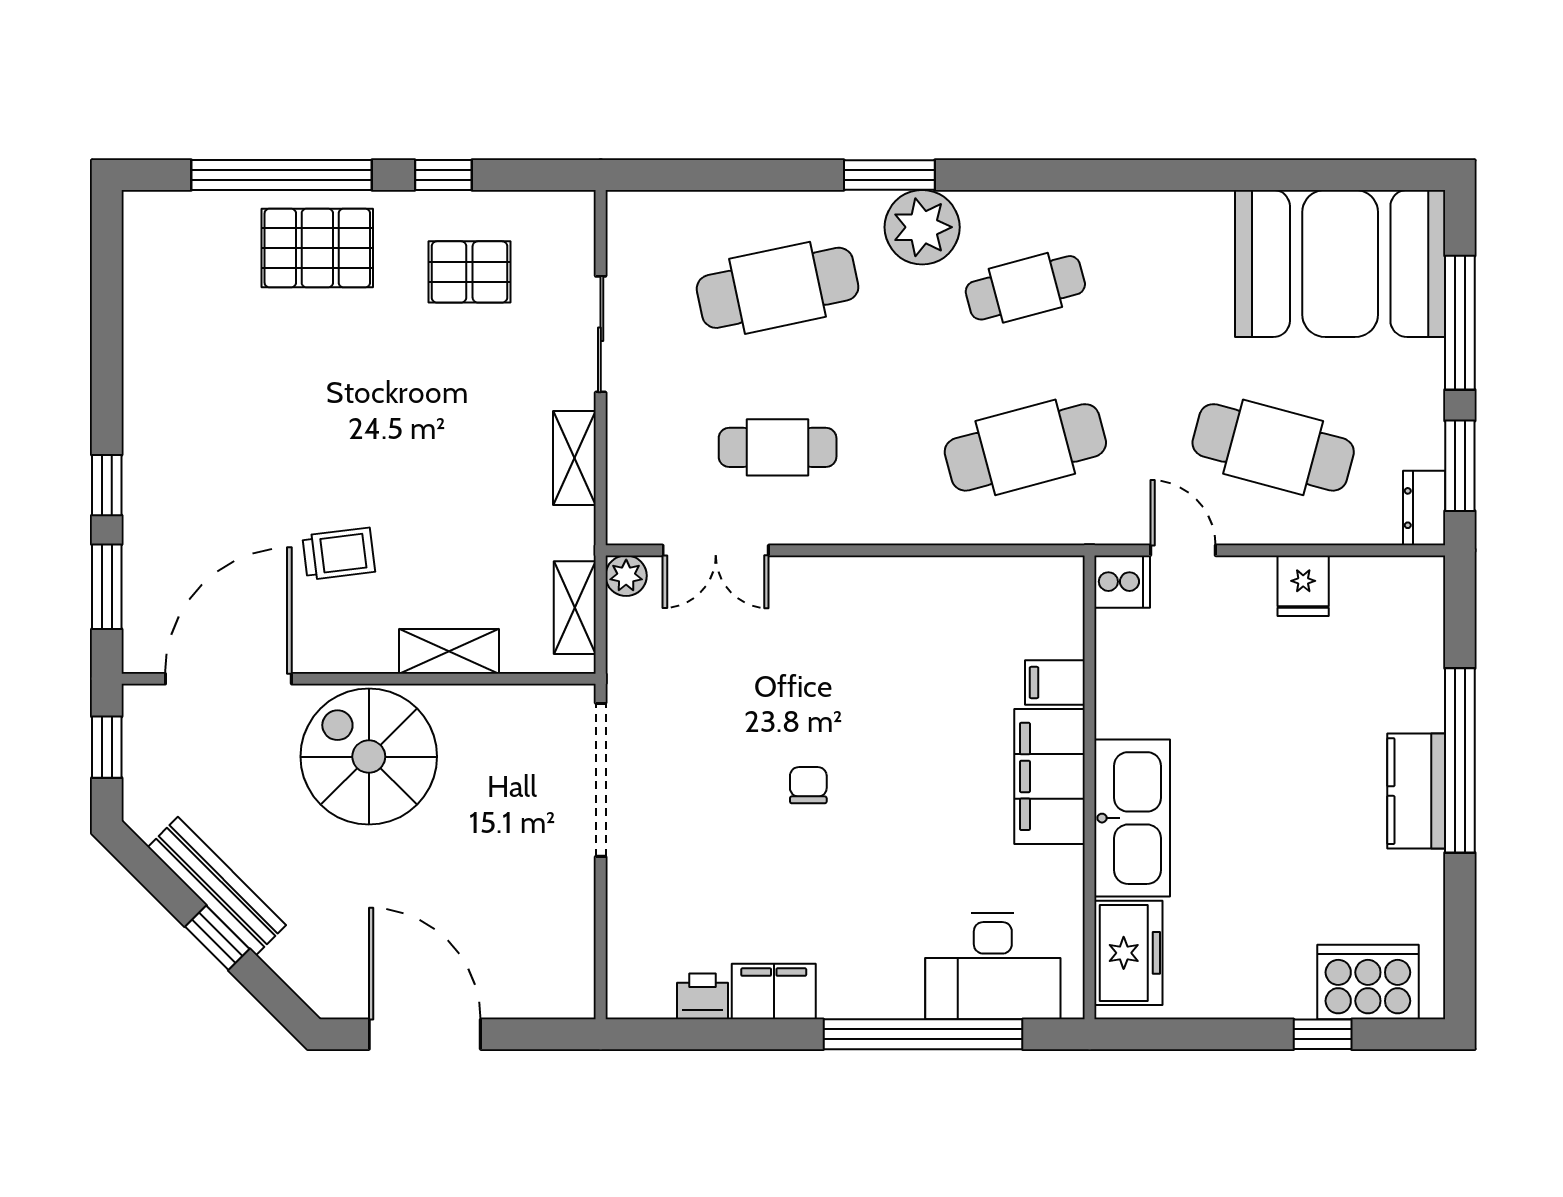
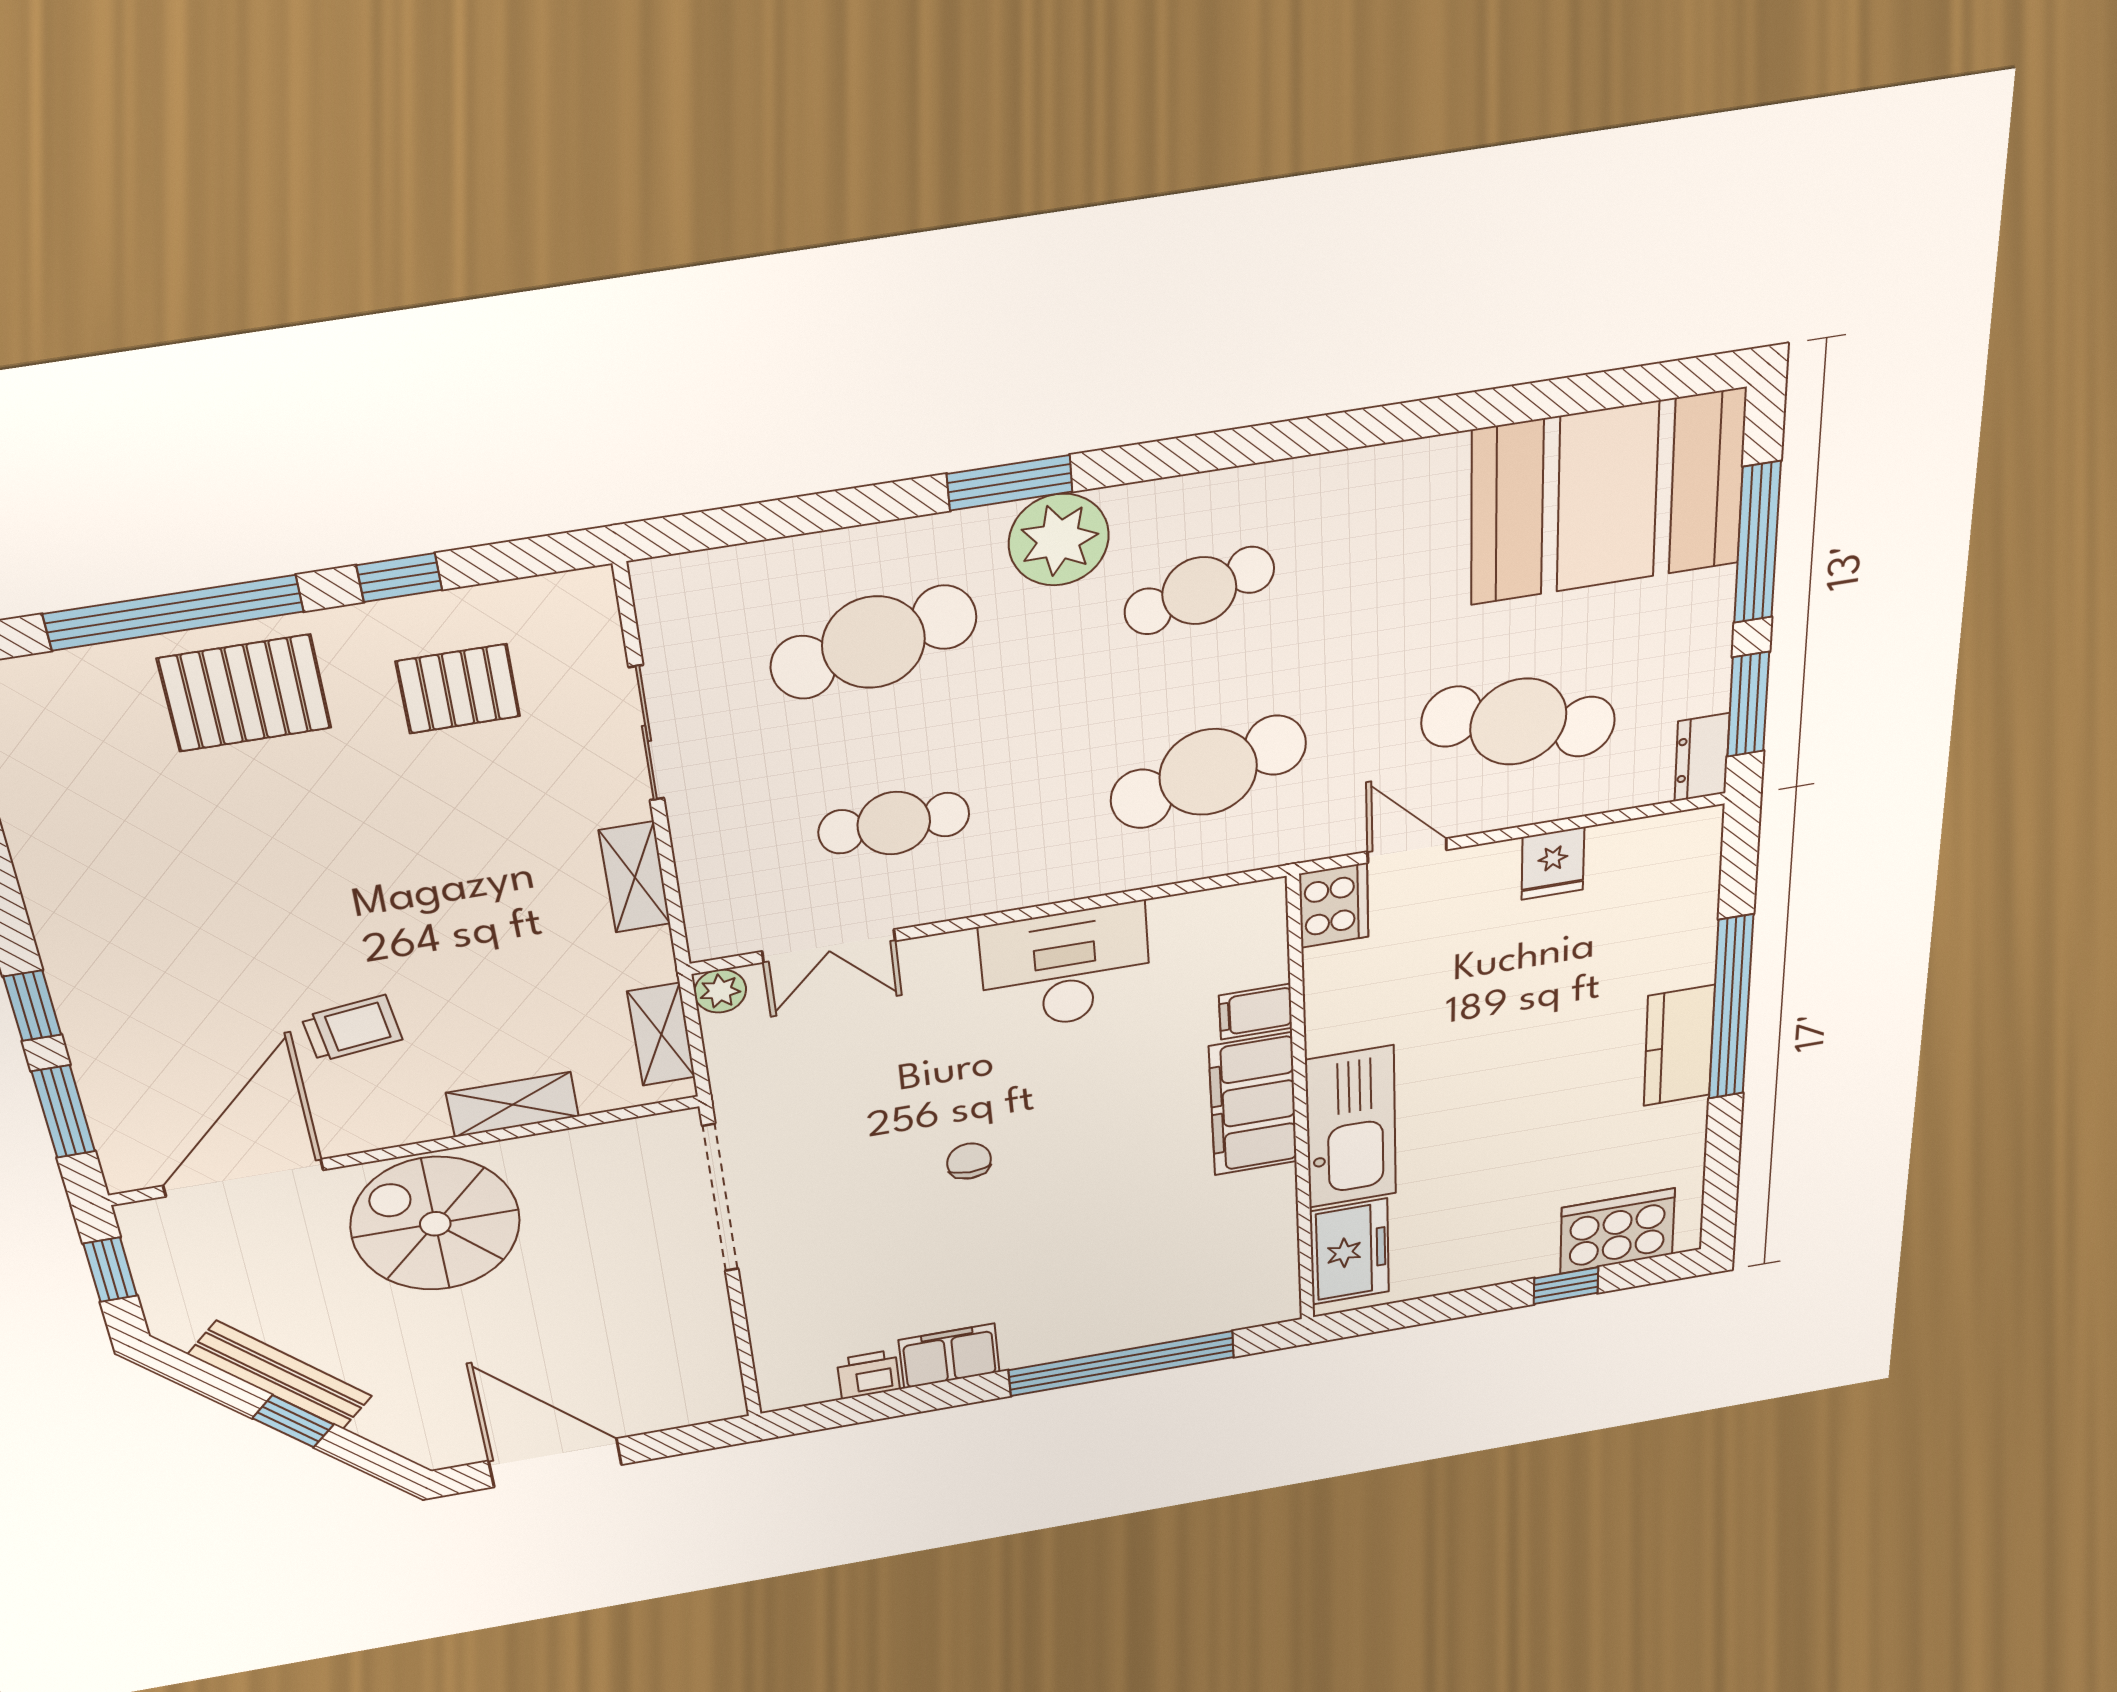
cooker: (1122, 582) -> (1334, 905), width x1.36
desk: (993, 966) -> (1065, 968), moved, turned 180

